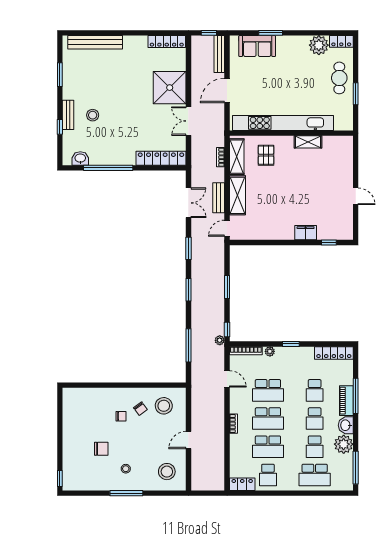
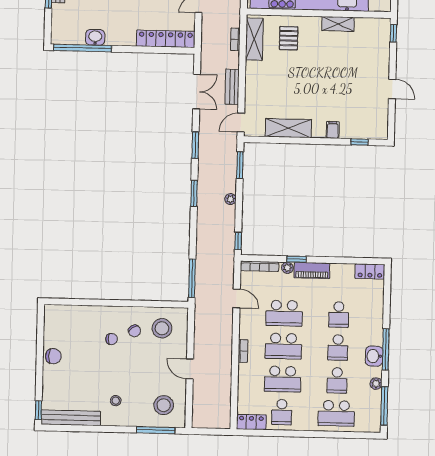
window: (356, 149) -> (393, 33), added
washbasin: (80, 158) -> (95, 37), moved
window: (108, 168) -> (83, 48), moved
shelving: (237, 195) -> (288, 128), moved, turned 90
filing cabinet: (306, 233) -> (333, 130), width x0.50
window: (227, 287) -> (240, 165), moved
plant: (220, 340) -> (230, 199), moved
window: (291, 344) -> (296, 259), moved
window: (188, 345) -> (192, 278), moved
locker: (334, 353) -> (370, 271), width x0.66
window: (356, 396) -> (386, 349), moved
piano: (346, 401) -> (312, 270), moved, turned -90
door: (188, 440) -> (190, 369), hinge flipped
plant: (344, 444) -> (376, 384), width x0.53, depth x0.53
chair: (101, 449) -> (53, 356), moved
bench: (88, 484) -> (71, 418), added
window: (126, 493) -> (156, 430), moved

